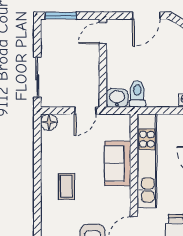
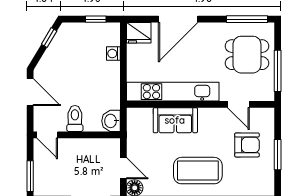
toilet: (137, 94) -> (75, 118), moved, turned 90
door: (85, 111) -> (123, 168), moved
coffee table: (66, 186) -> (198, 171), width x1.86, depth x1.72

